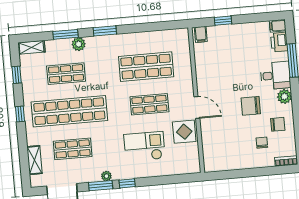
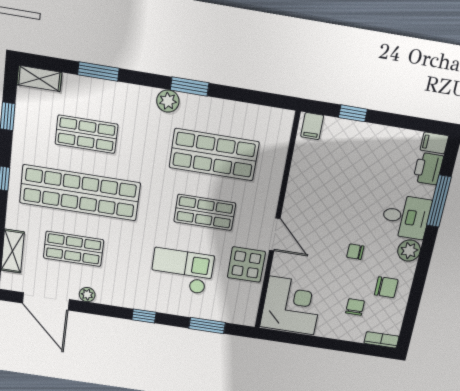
window: (105, 31) -> (190, 86), moved
plant: (79, 44) -> (168, 101), moved
chair: (251, 106) -> (355, 252), width x0.54, depth x0.54
corner desk: (221, 152) -> (292, 306), added
plant: (106, 176) -> (87, 295), moved
window: (101, 186) -> (207, 325), moved

